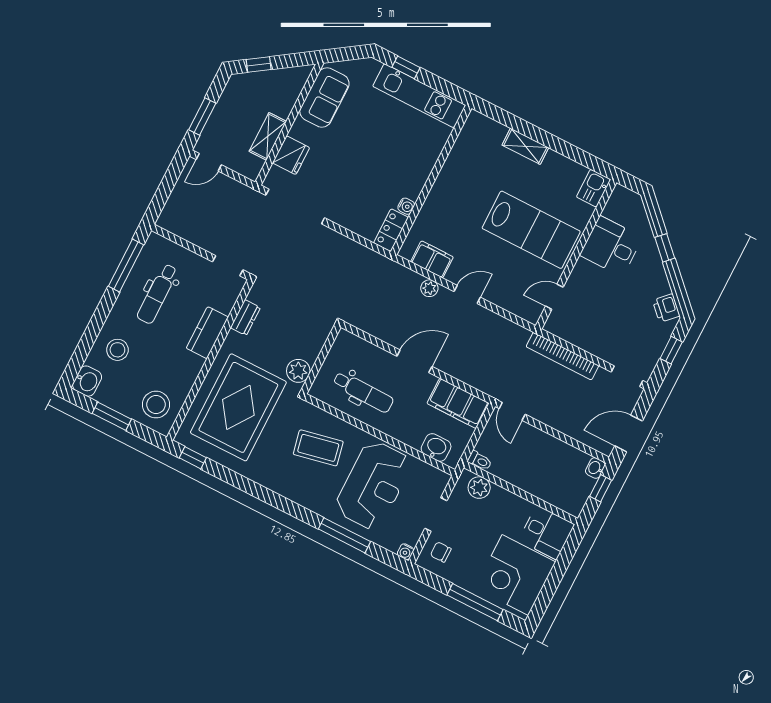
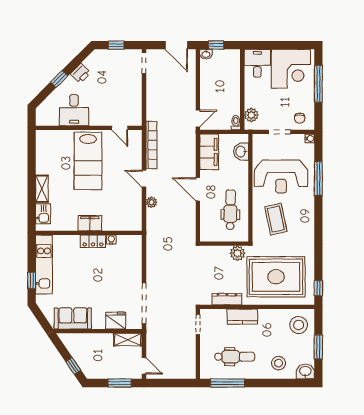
shelving: (268, 136) -> (128, 340), moved
kitchen sink: (594, 188) -> (43, 214), moved, turned -90
locker: (391, 230) -> (93, 241), moved
lab bench: (531, 230) -> (88, 161), turned 180
filing cabinet: (432, 259) -> (90, 223), moved, turned 90
printer: (666, 308) -> (80, 73), moved
dresser: (245, 318) -> (227, 299), width x1.44
bookcase: (562, 356) -> (151, 145), moved
reception desk: (373, 485) -> (281, 177), turned 180

